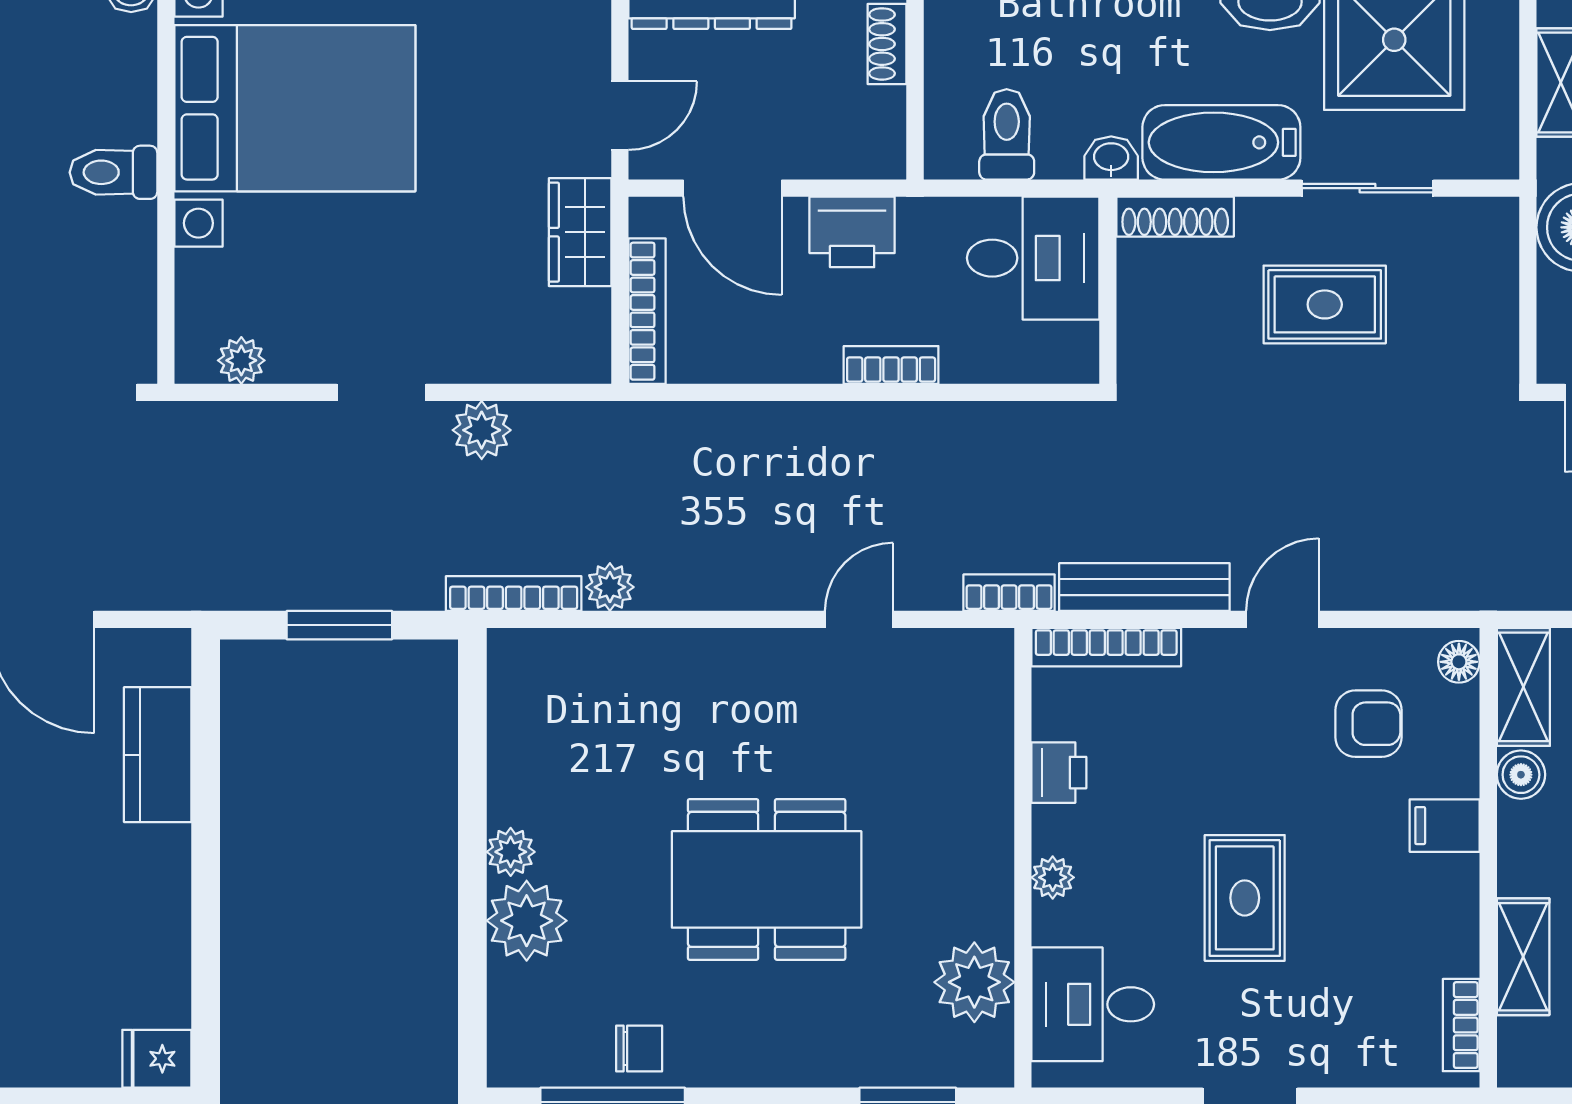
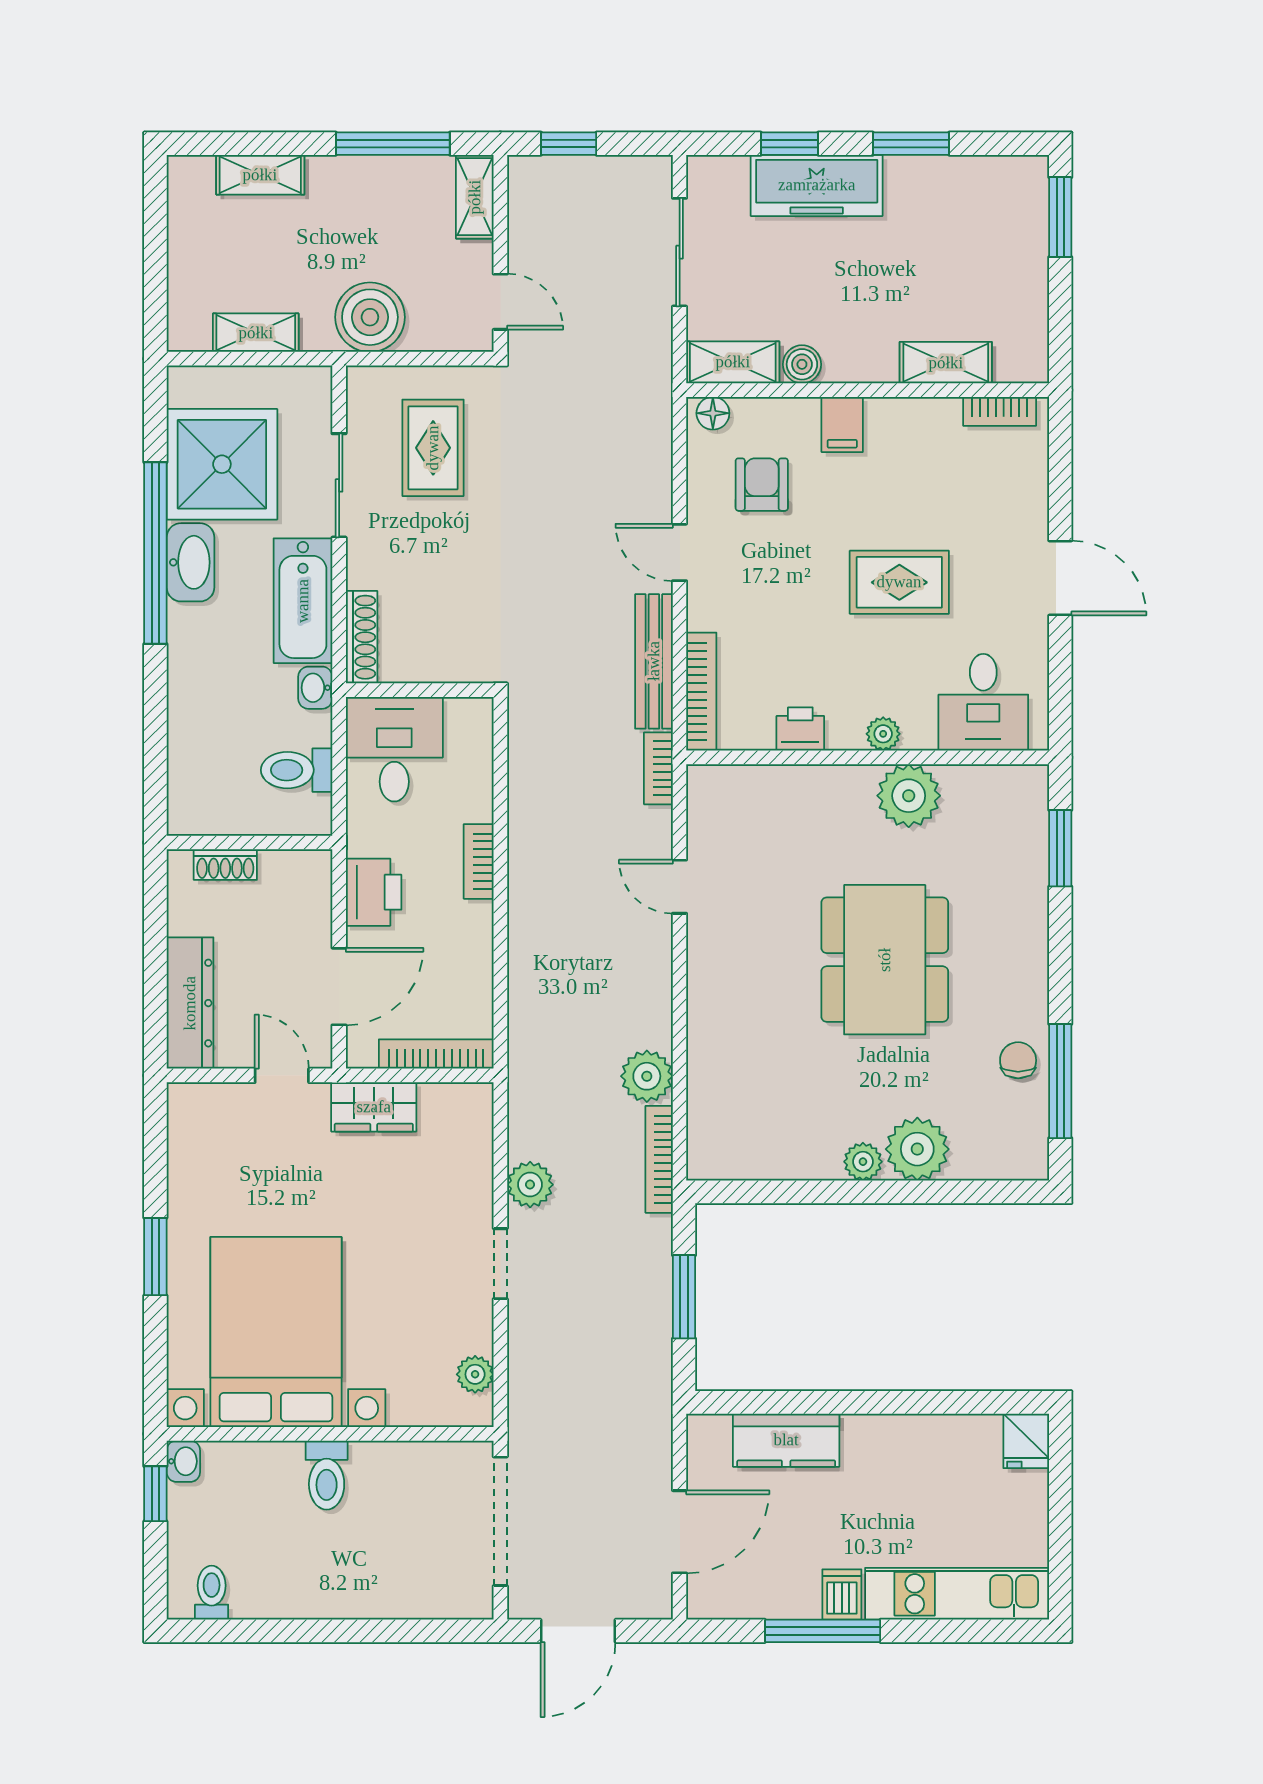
rug: (1325, 304) -> (433, 448), moved
plant: (610, 587) -> (647, 1076), width x1.38, depth x1.38
plant: (974, 982) -> (909, 796), moved

